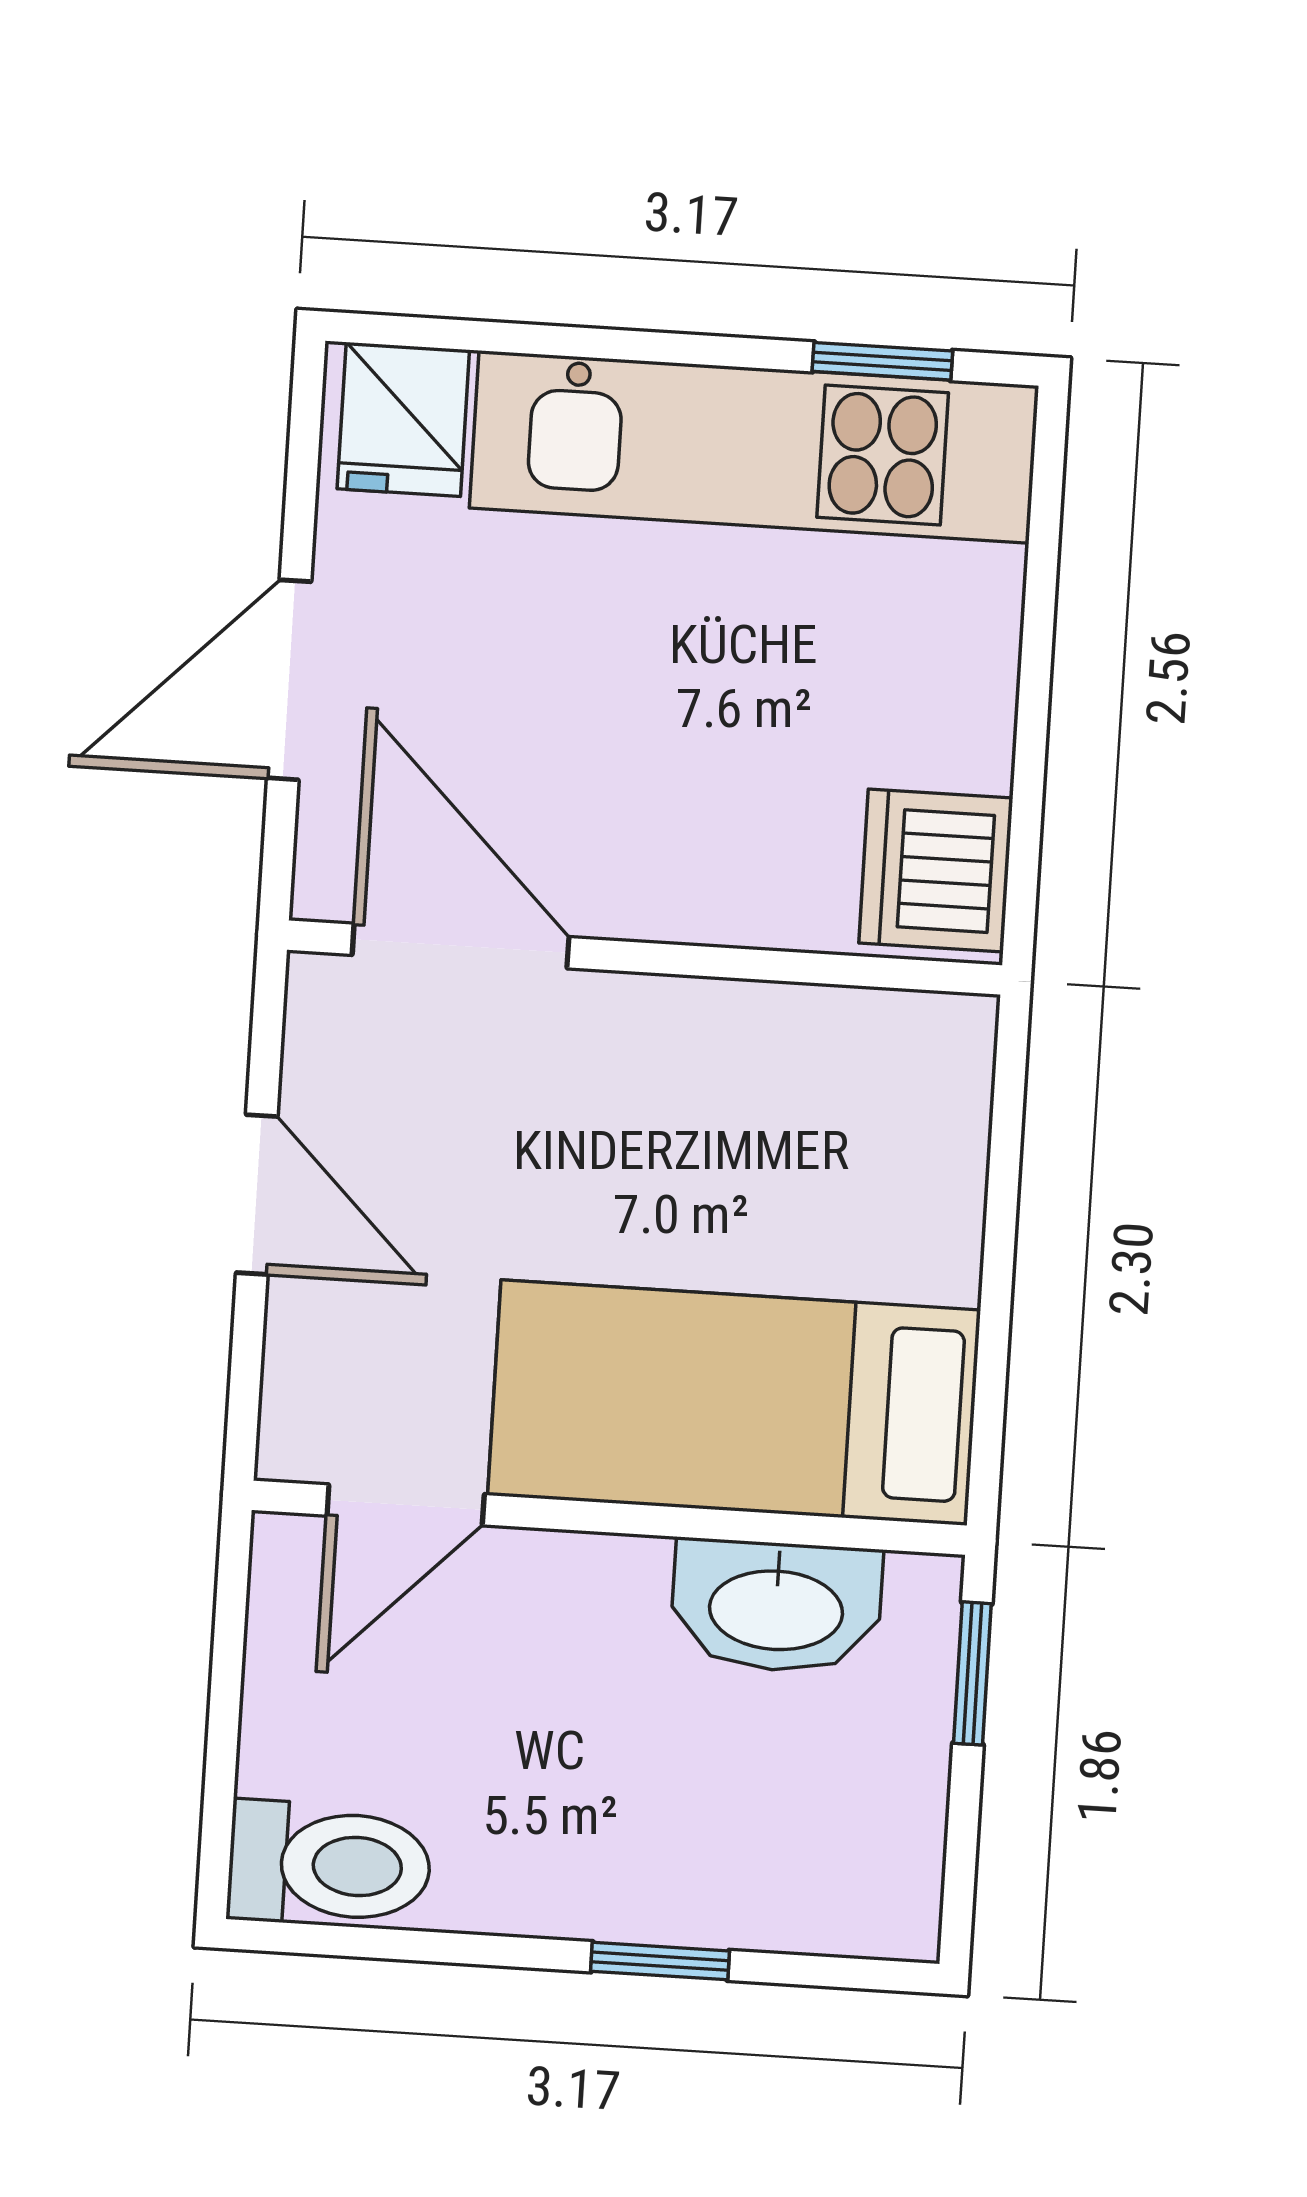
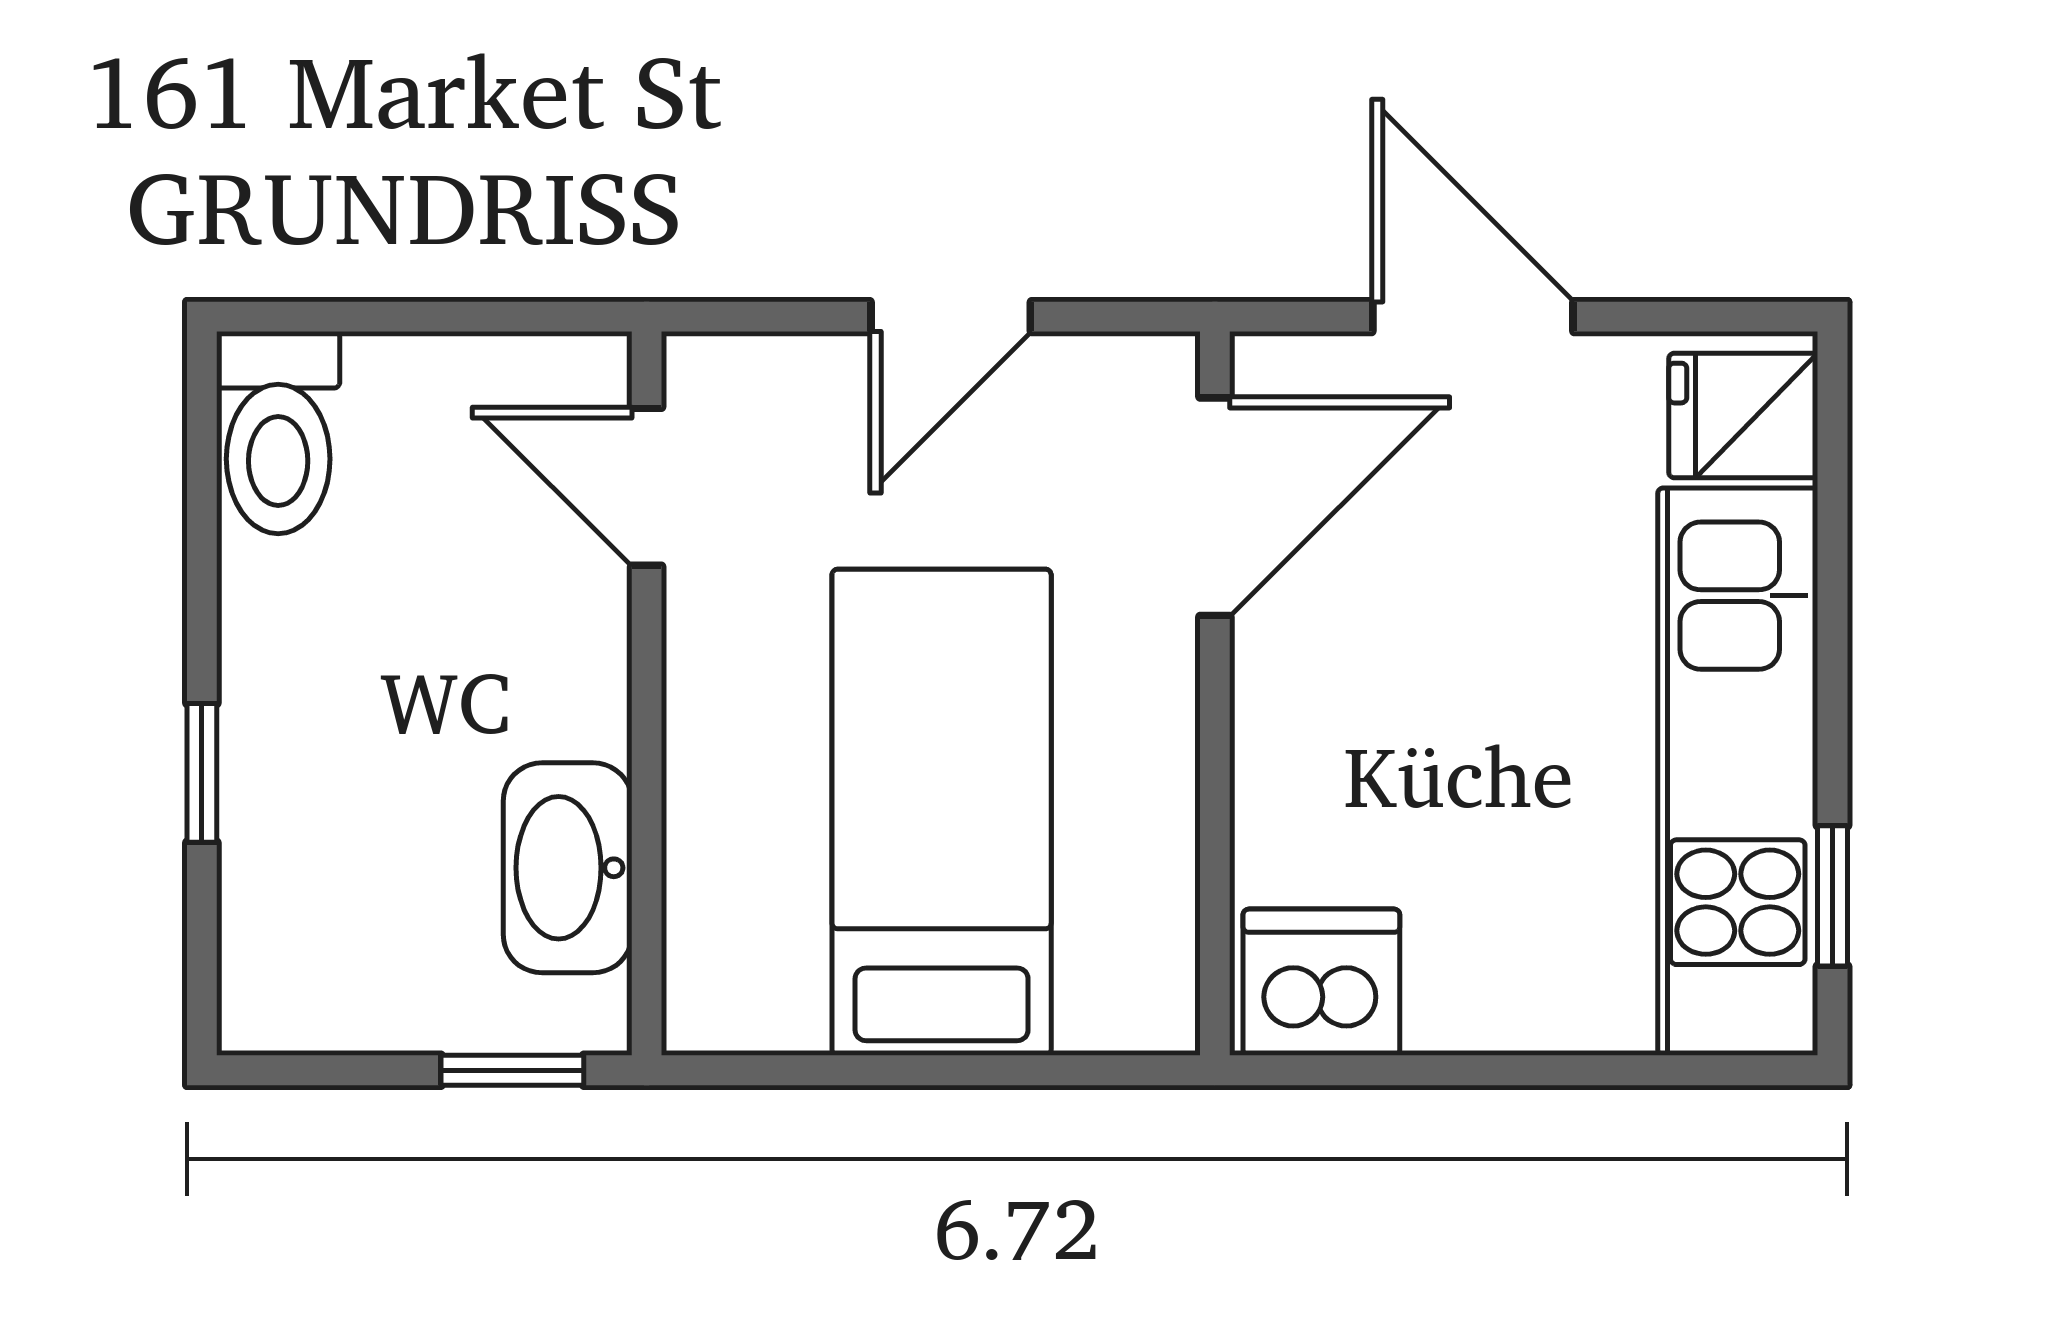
bed: (734, 1403) -> (942, 812), moved

